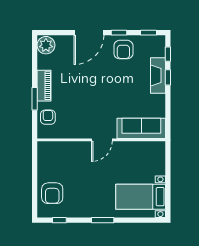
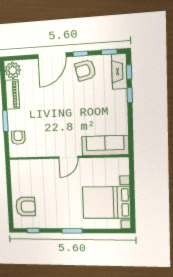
armchair: (123, 50) -> (85, 70), turned 77
fireplace: (158, 76) -> (119, 71), moved
piano: (44, 86) -> (12, 94), moved
armchair: (52, 193) -> (26, 207), turned -90
bed with nightstands: (141, 197) -> (106, 203), width x1.36

